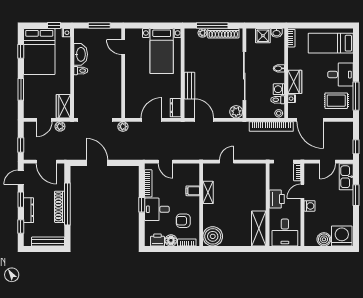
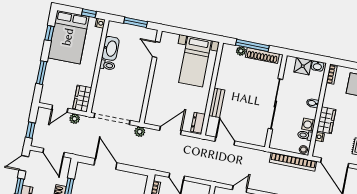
plant: (236, 112) -> (260, 139), removed

